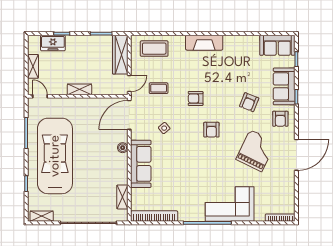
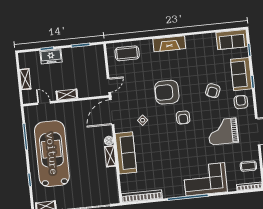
freezer: (53, 43) -> (51, 56), moved
wardrobe: (120, 55) -> (99, 61), removed
coffee table: (159, 88) -> (248, 166), moved
door: (40, 96) -> (44, 103), moved
armchair: (196, 98) -> (167, 92), width x1.88, depth x1.88
armchair: (280, 119) -> (241, 102), turned 180
grand piano: (256, 151) -> (223, 131), turned -116
shelving: (122, 197) -> (110, 156), moved

